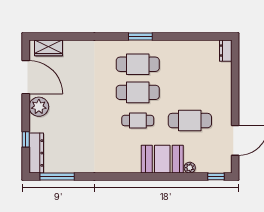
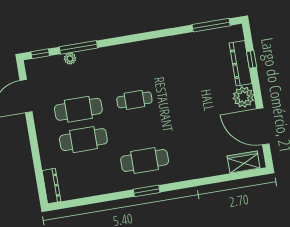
dresser: (226, 51) -> (51, 186), width x1.44
cafe table: (138, 92) -> (83, 140), moved
dresser: (36, 153) -> (241, 63), moved
booth: (162, 159) -> (101, 63), removed
window: (180, 176) -> (78, 47), added

